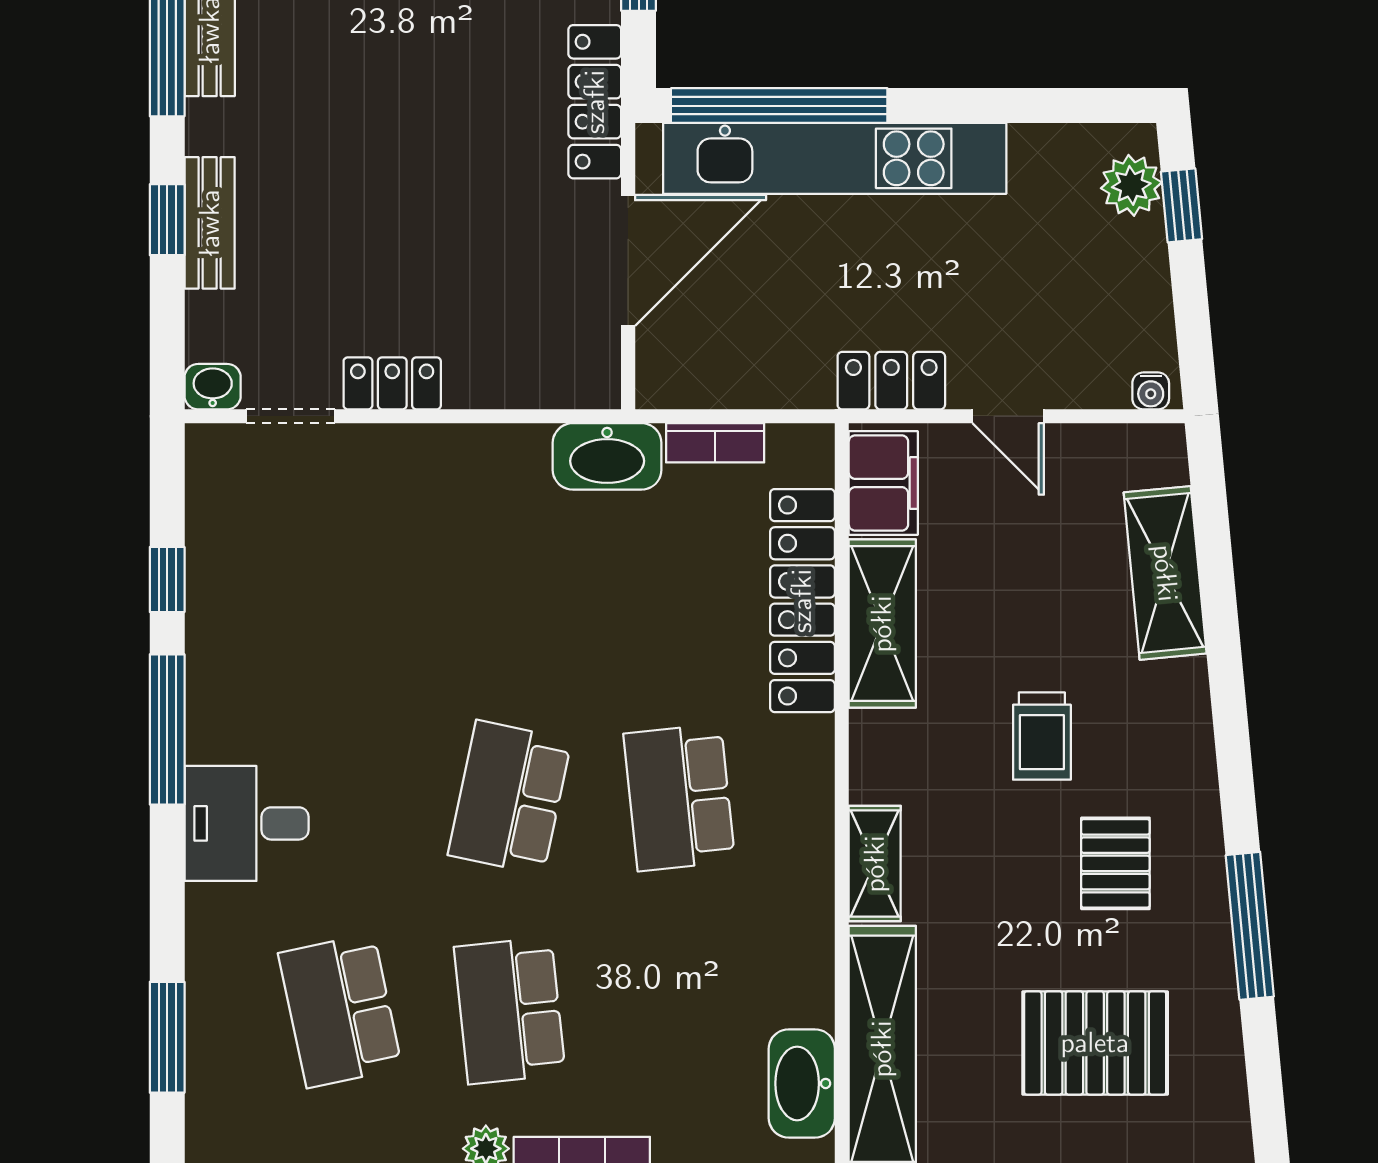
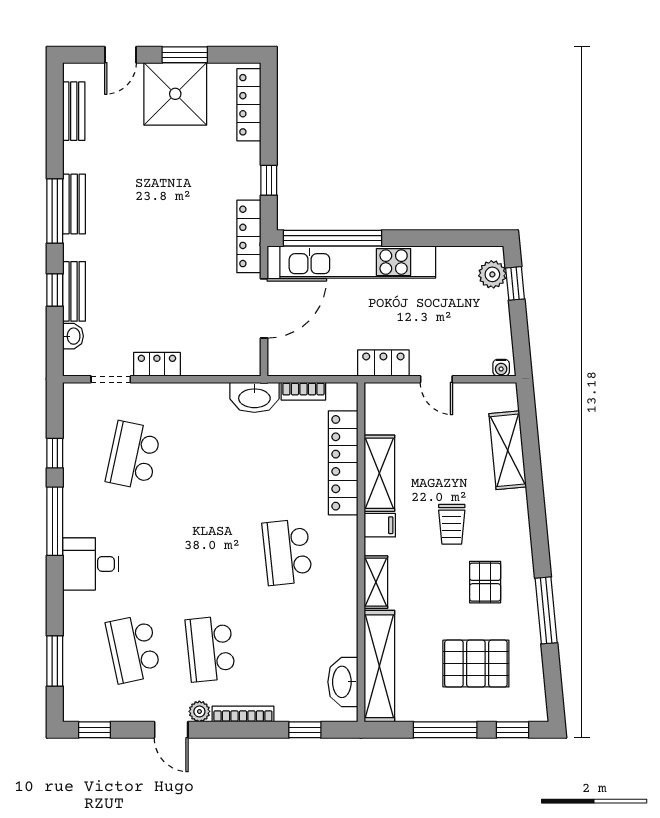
washbasin: (213, 387) -> (73, 336), moved, turned 90
filing cabinet: (883, 483) -> (380, 525), moved, width x0.50
school desk: (510, 797) -> (133, 455), moved

